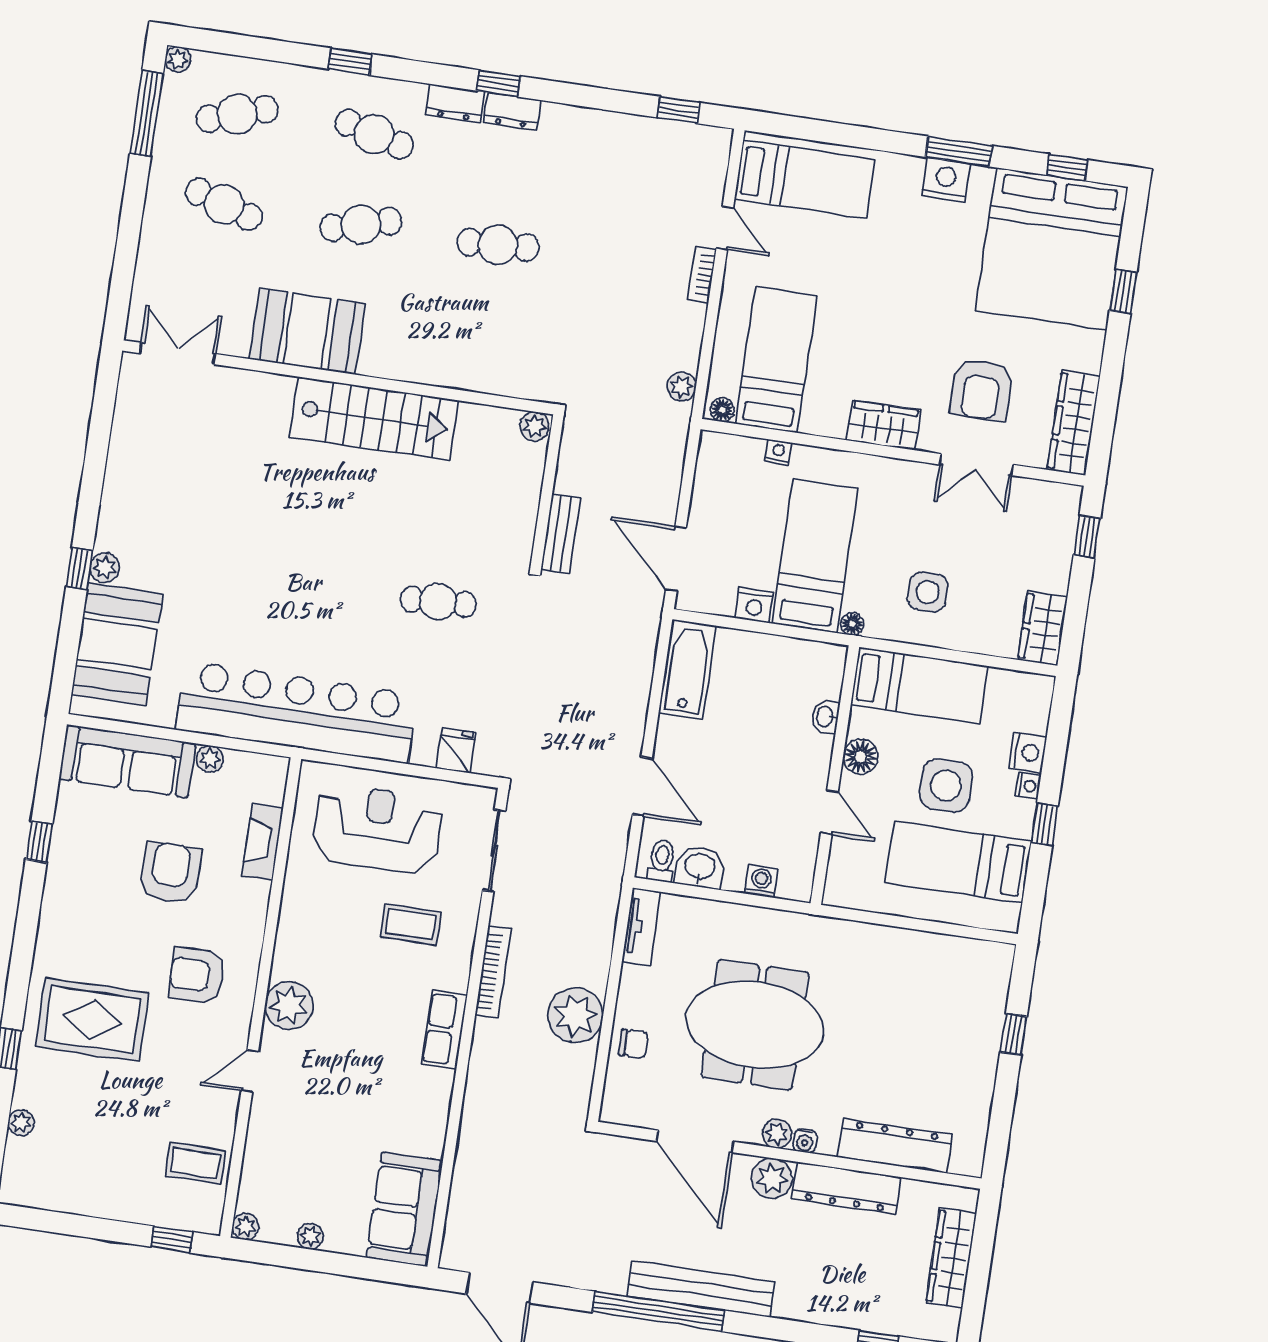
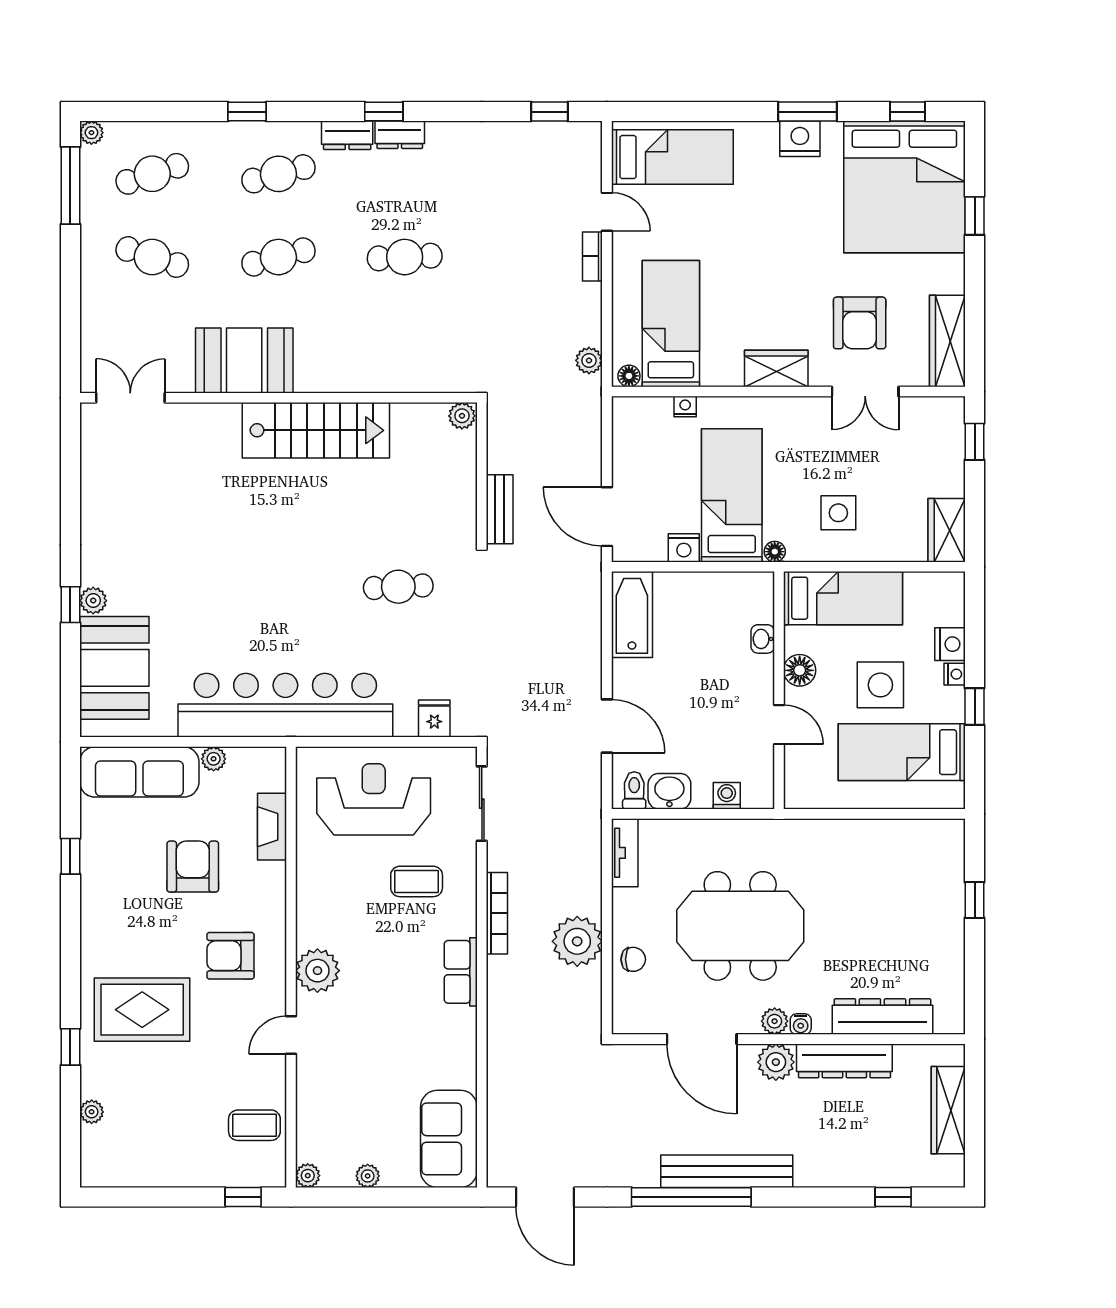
cafe table: (374, 134) -> (278, 174), turned -30

